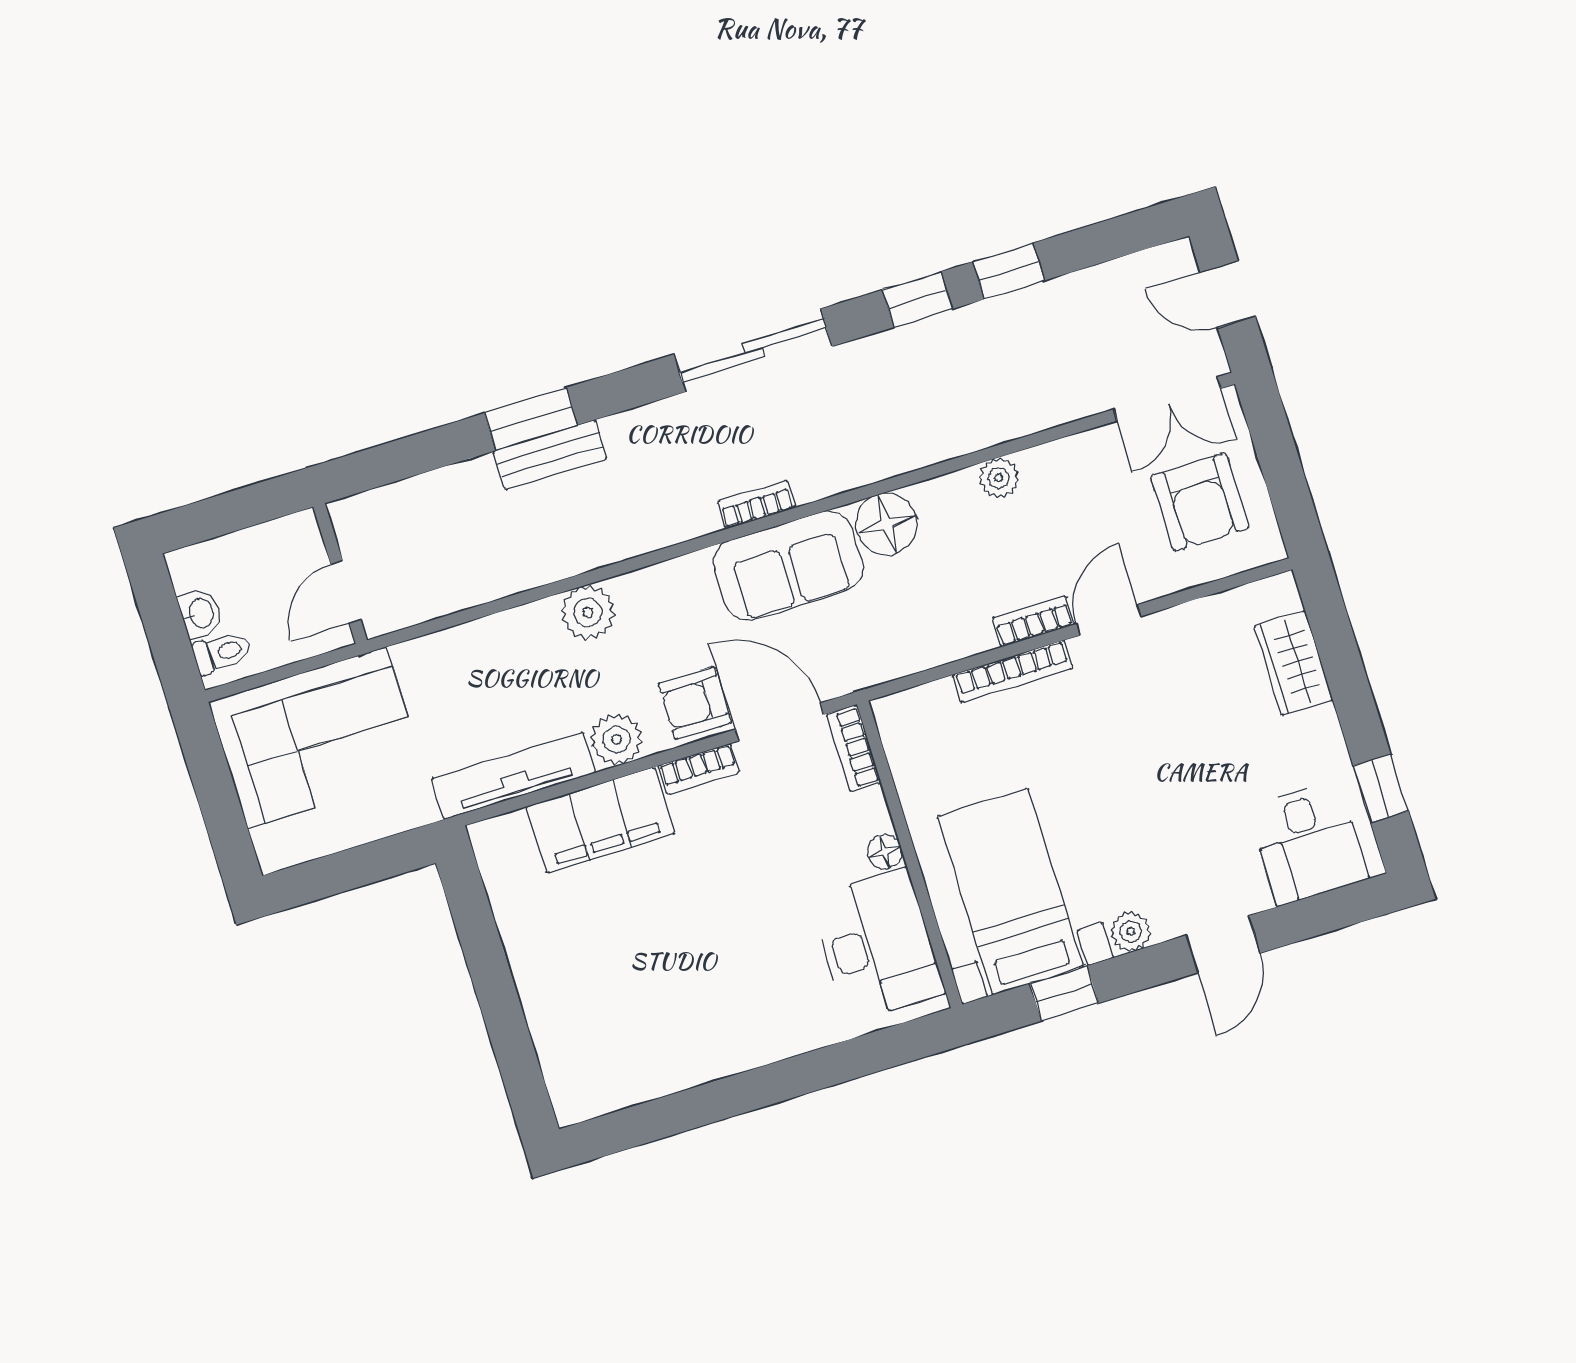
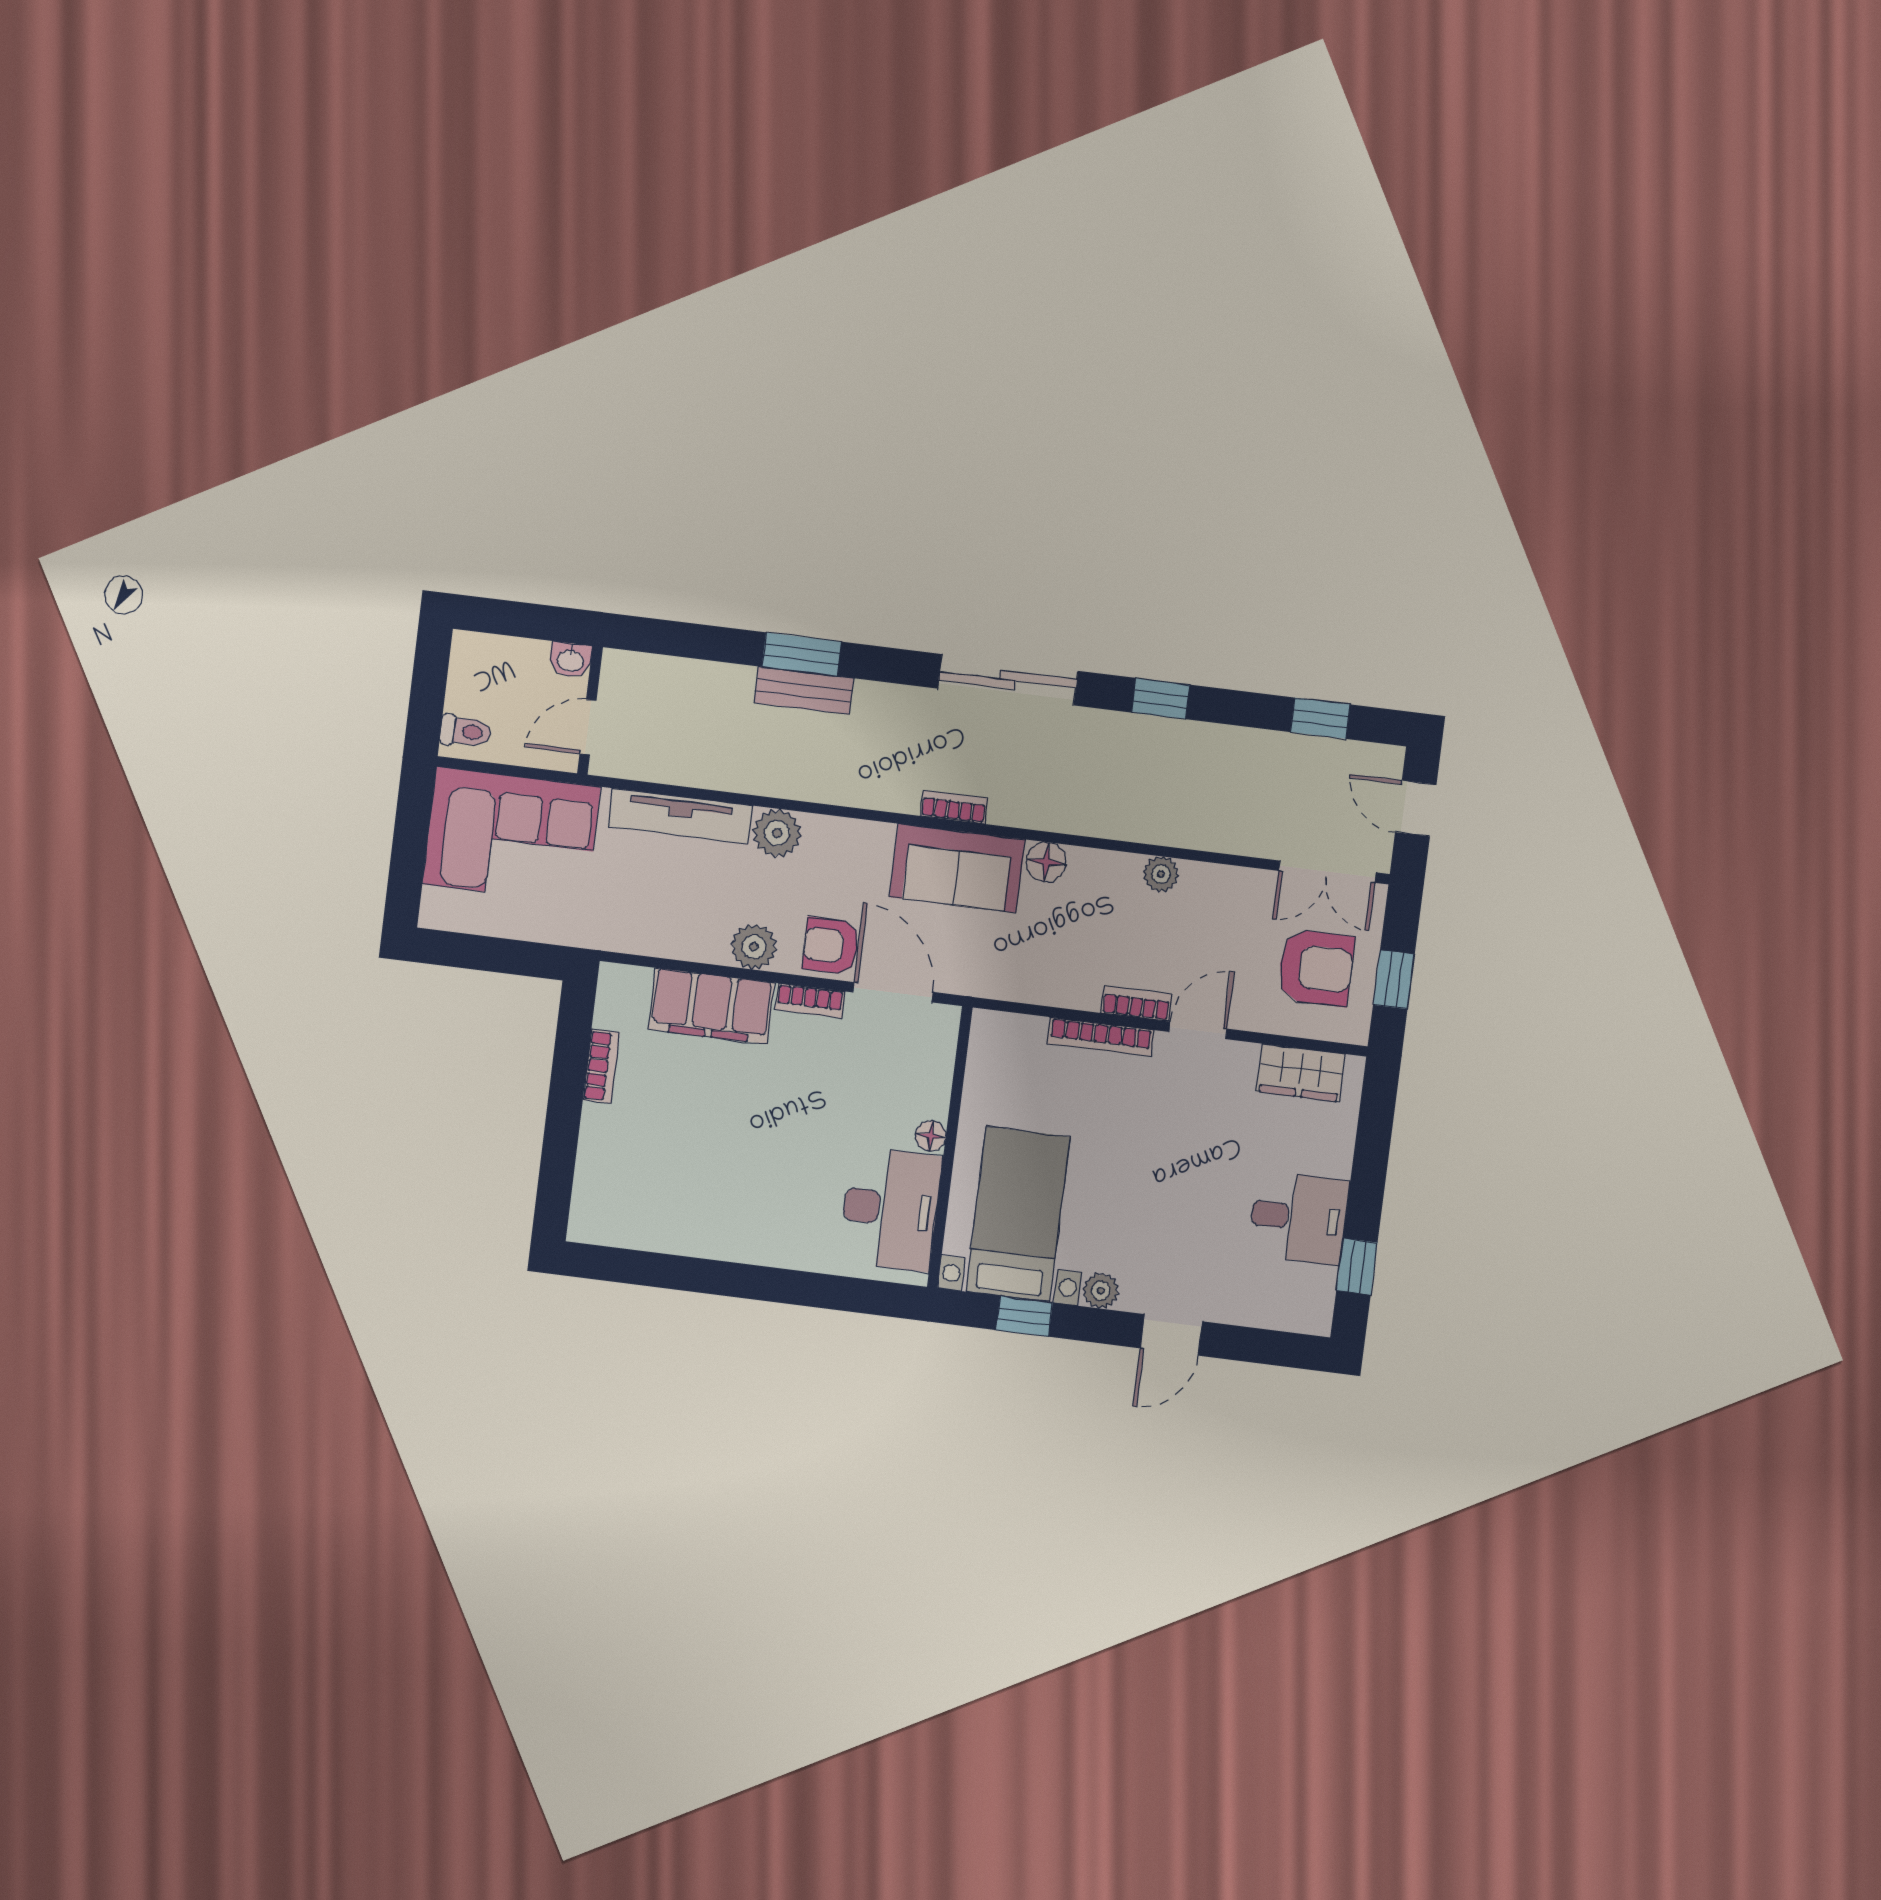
window: (1009, 271) -> (1320, 718), moved
window: (1285, 478) -> (1394, 979), added
armchair: (1200, 502) -> (1316, 968), turned -90
floor lamp: (887, 524) -> (1046, 862), width x0.73, depth x0.73
washbasin: (200, 613) -> (570, 660), moved, turned 90
wardrobe: (1293, 663) -> (1301, 1073), moved, turned -90
bookcase: (854, 748) -> (601, 1066), moved, turned 180
tv unit: (514, 776) -> (680, 816), moved, turned 180
desk: (1308, 843) -> (1299, 1218), moved, turned -90

